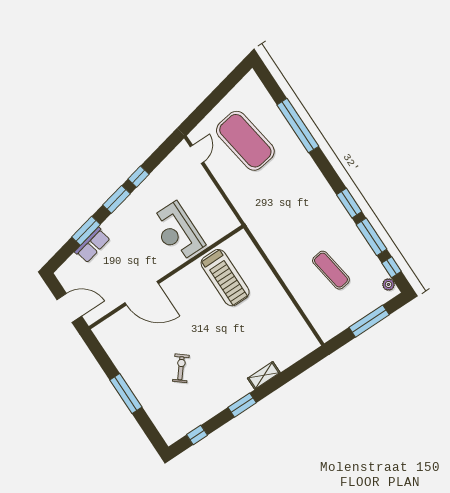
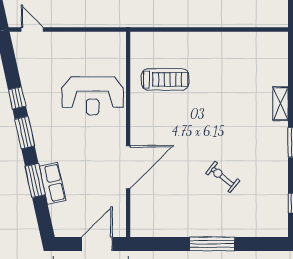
treadmill: (225, 278) -> (165, 79), width x0.73, depth x0.73

